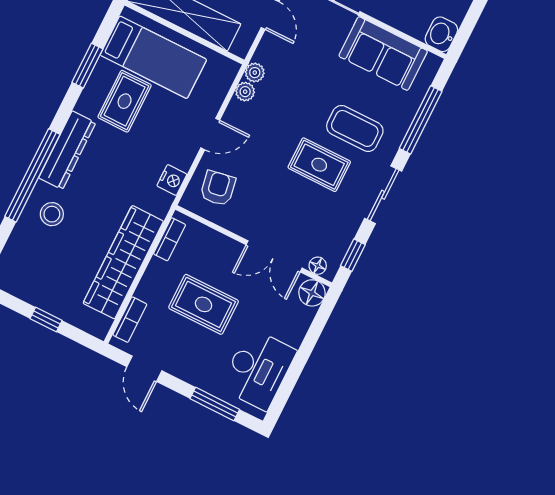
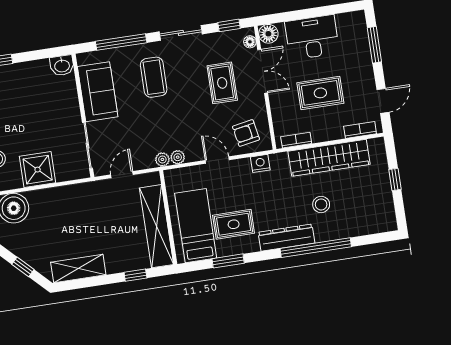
rug: (319, 165) -> (222, 83), moved
stool: (52, 214) -> (321, 204), moved
rug: (204, 304) -> (320, 93), turned 90
desk: (258, 369) -> (312, 37), moved

